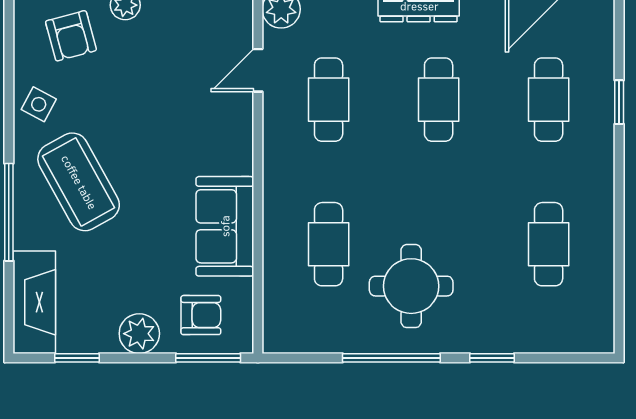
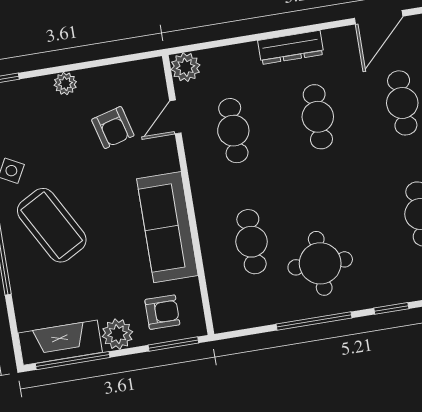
armchair: (71, 36) -> (113, 128), moved
sofa: (225, 226) -> (167, 227), width x1.36
fireplace: (34, 302) -> (60, 343), moved, turned -90
window: (77, 358) -> (73, 361), width x2.17

